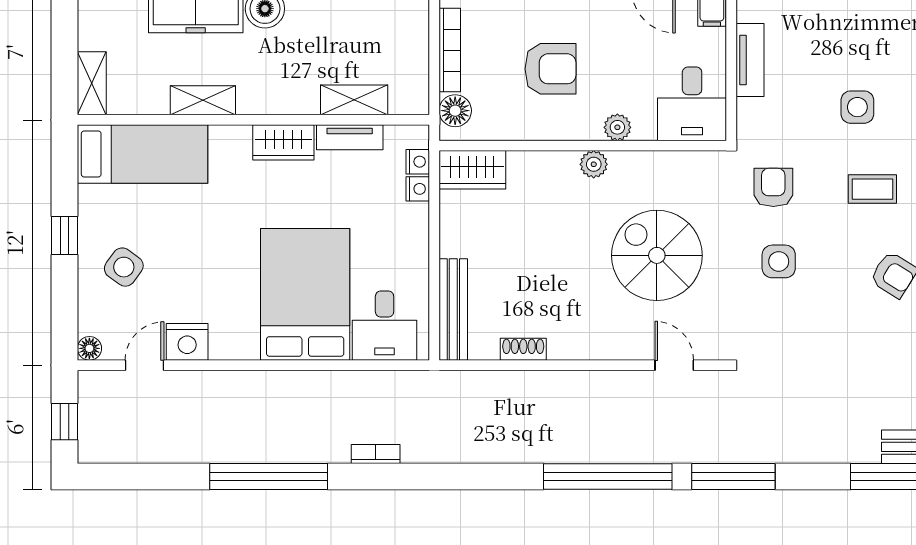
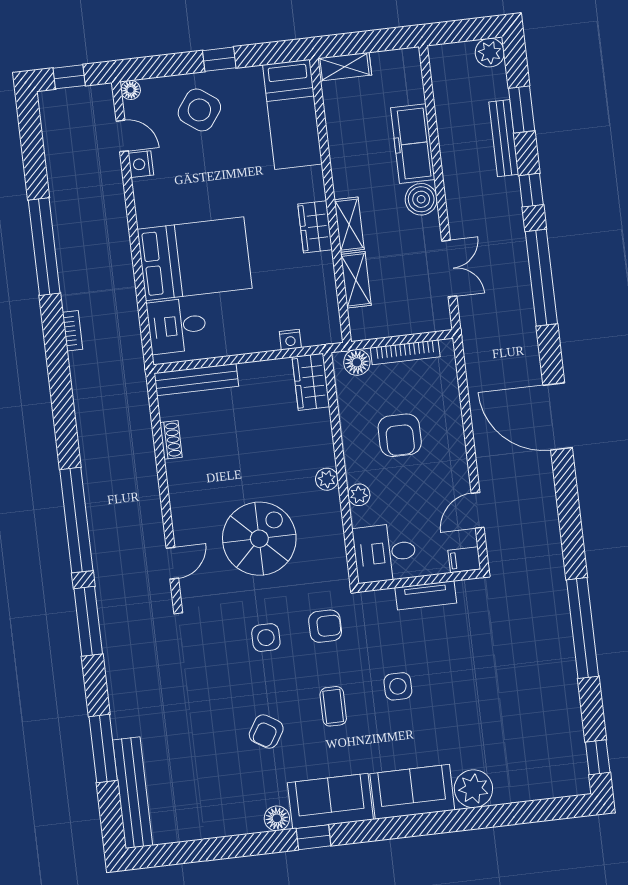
shelving: (203, 100) -> (349, 225), moved
tv unit: (350, 137) -> (325, 280), removed
nightstand: (418, 162) -> (312, 337), removed
side table: (124, 267) -> (199, 110), width x1.37, depth x1.37
nightstand: (187, 342) -> (141, 164), width x0.74, depth x0.75

